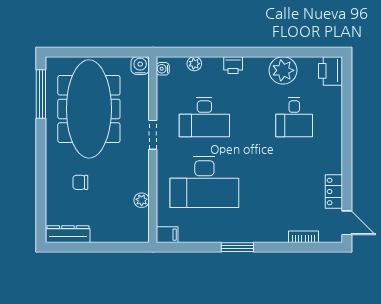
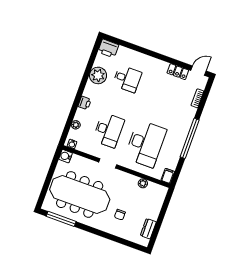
dresser: (68, 234) -> (148, 229), width x0.70
window: (237, 247) -> (190, 138), width x2.11

